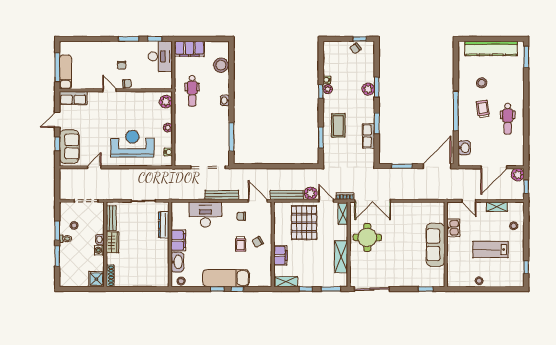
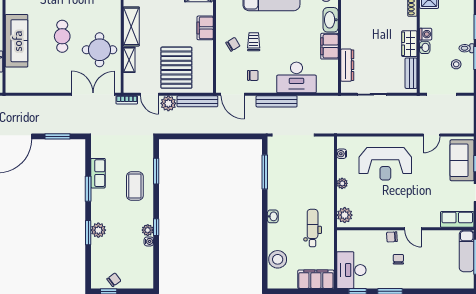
shelving: (343, 214) -> (129, 60), moved
cafe table: (398, 248) -> (62, 36), added

